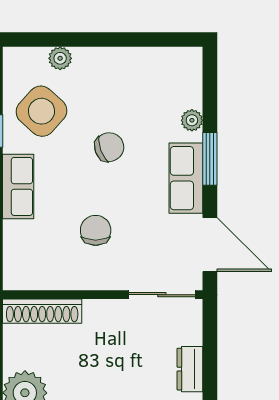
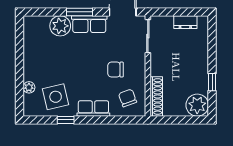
side table: (41, 111) -> (56, 97), turned 35
plant: (192, 120) -> (60, 26), width x1.87, depth x1.87
chair: (109, 147) -> (128, 98), moved

